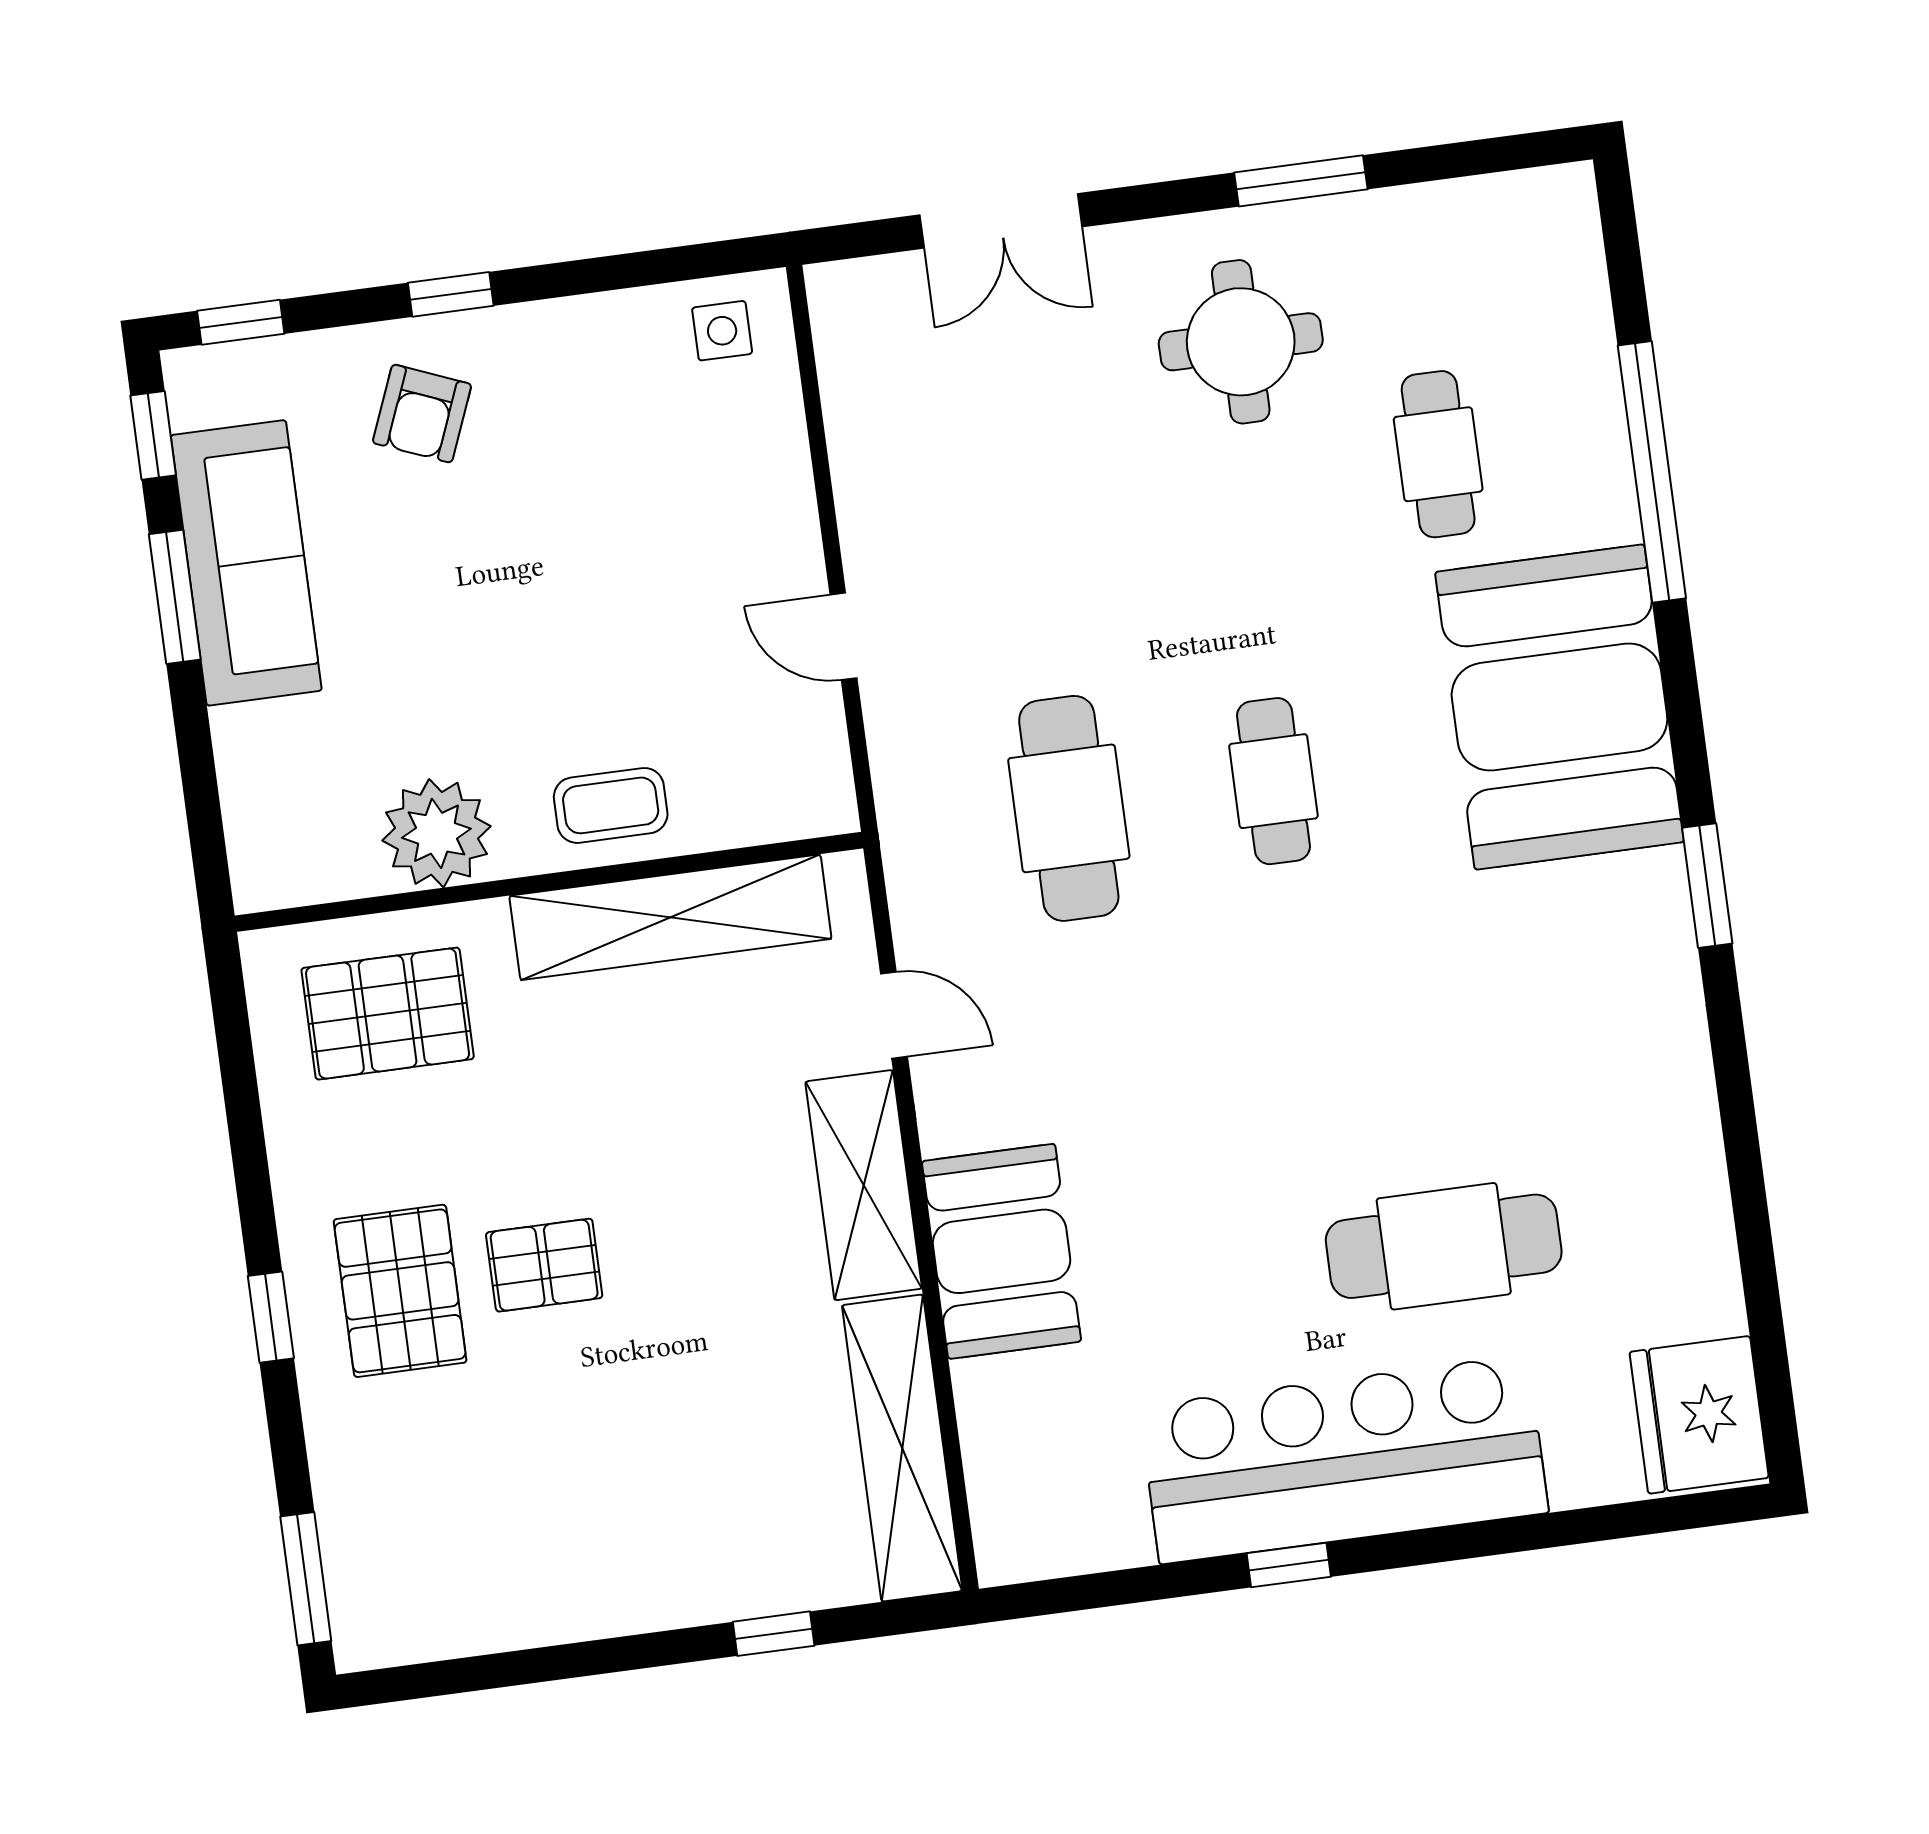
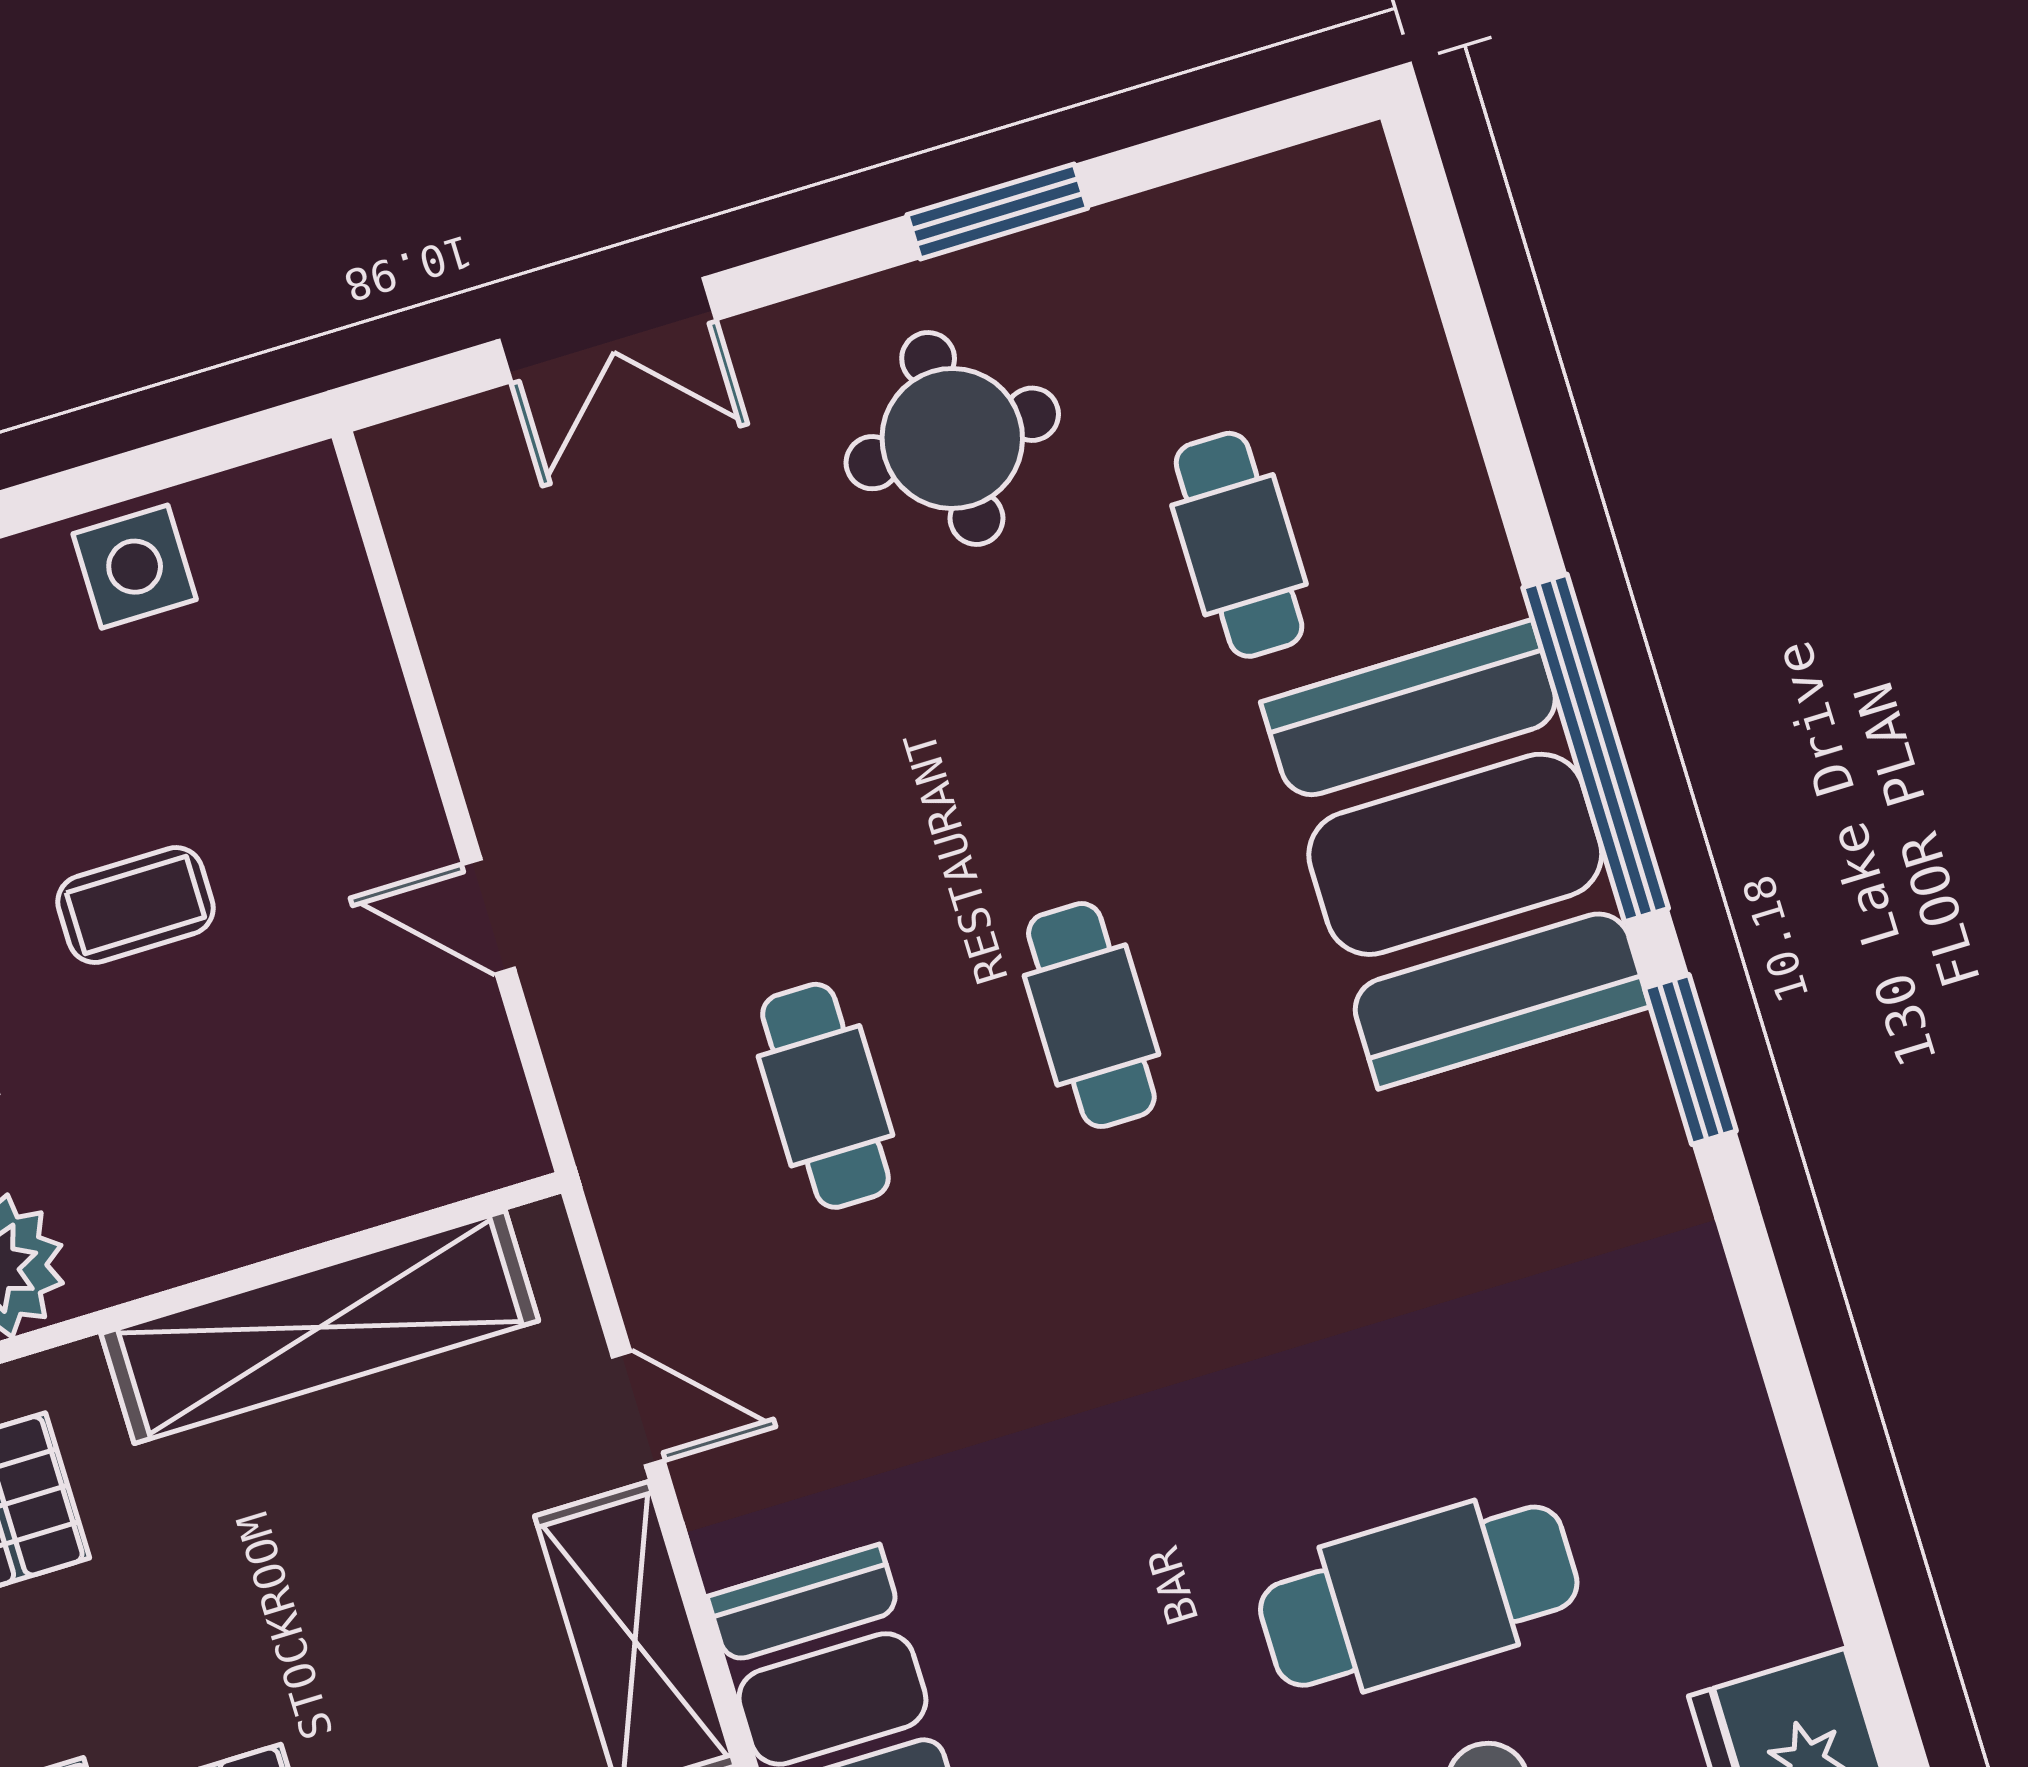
side table: (722, 331) -> (135, 567), moved, width x1.37, depth x1.37
window: (1652, 472) -> (1596, 748), moved
coffee table: (611, 805) -> (136, 905), moved
cafe table: (1069, 808) -> (825, 1096), width x0.73, depth x0.74

